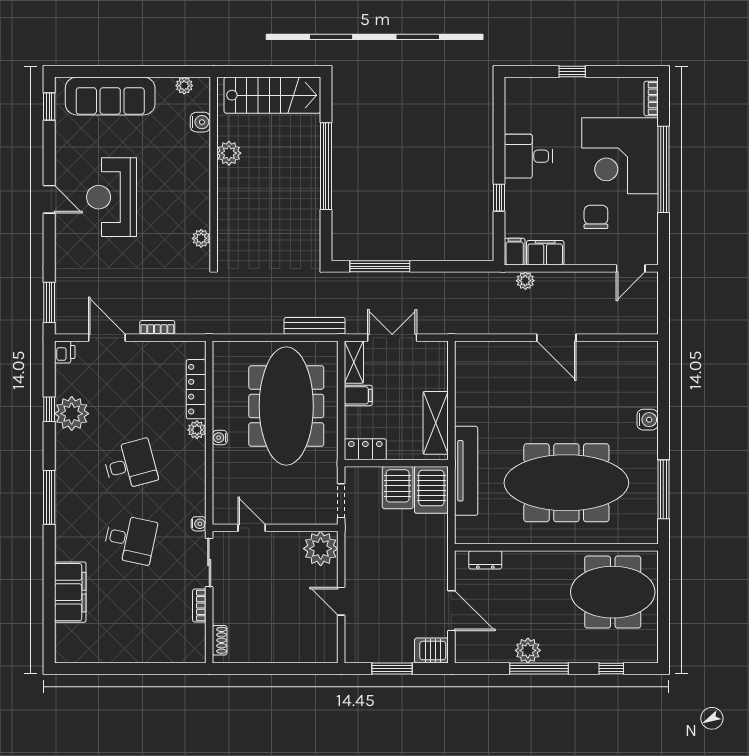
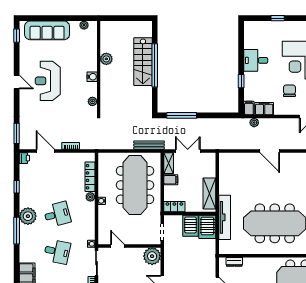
stairs: (272, 95) -> (143, 62), moved, turned 90
water cooler: (200, 122) -> (92, 77), moved
plant: (72, 414) -> (28, 216), moved

